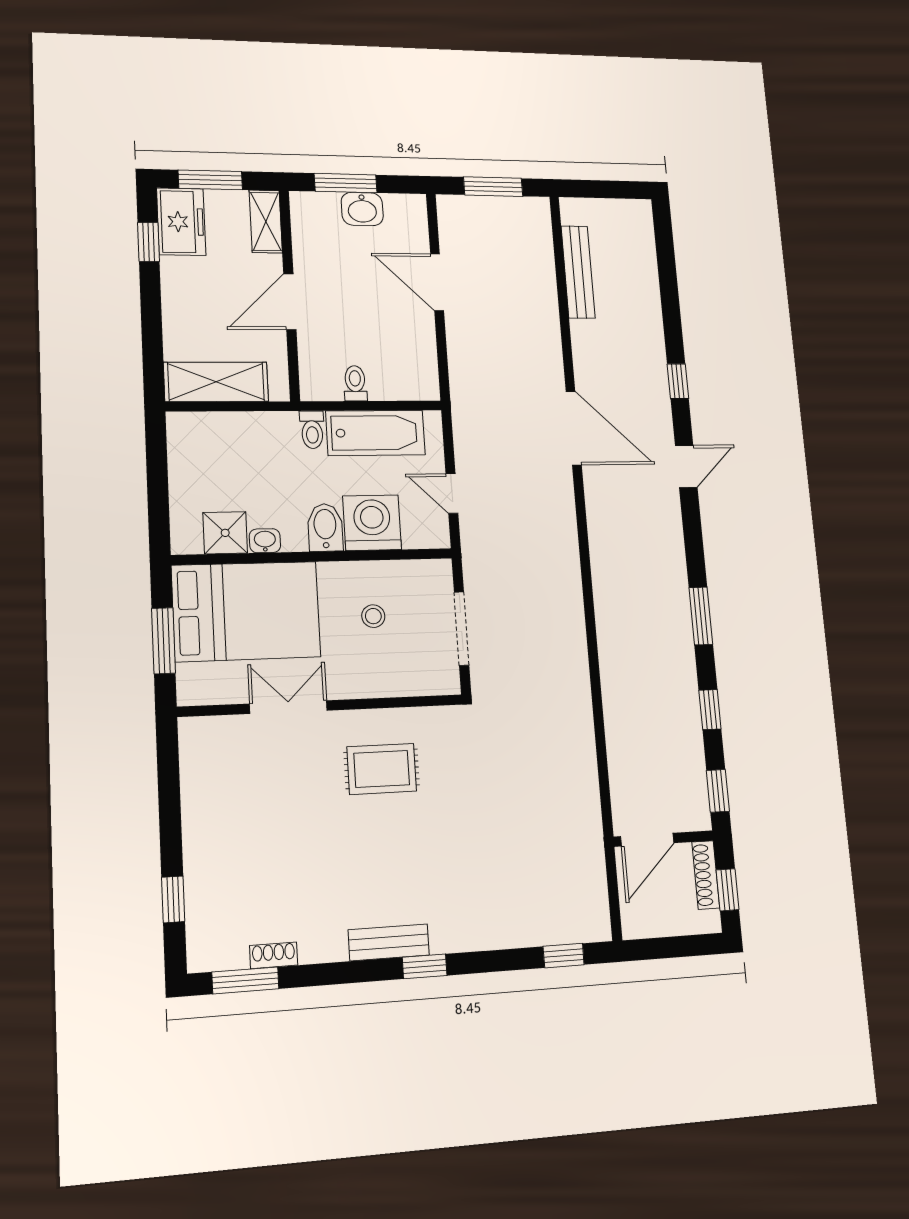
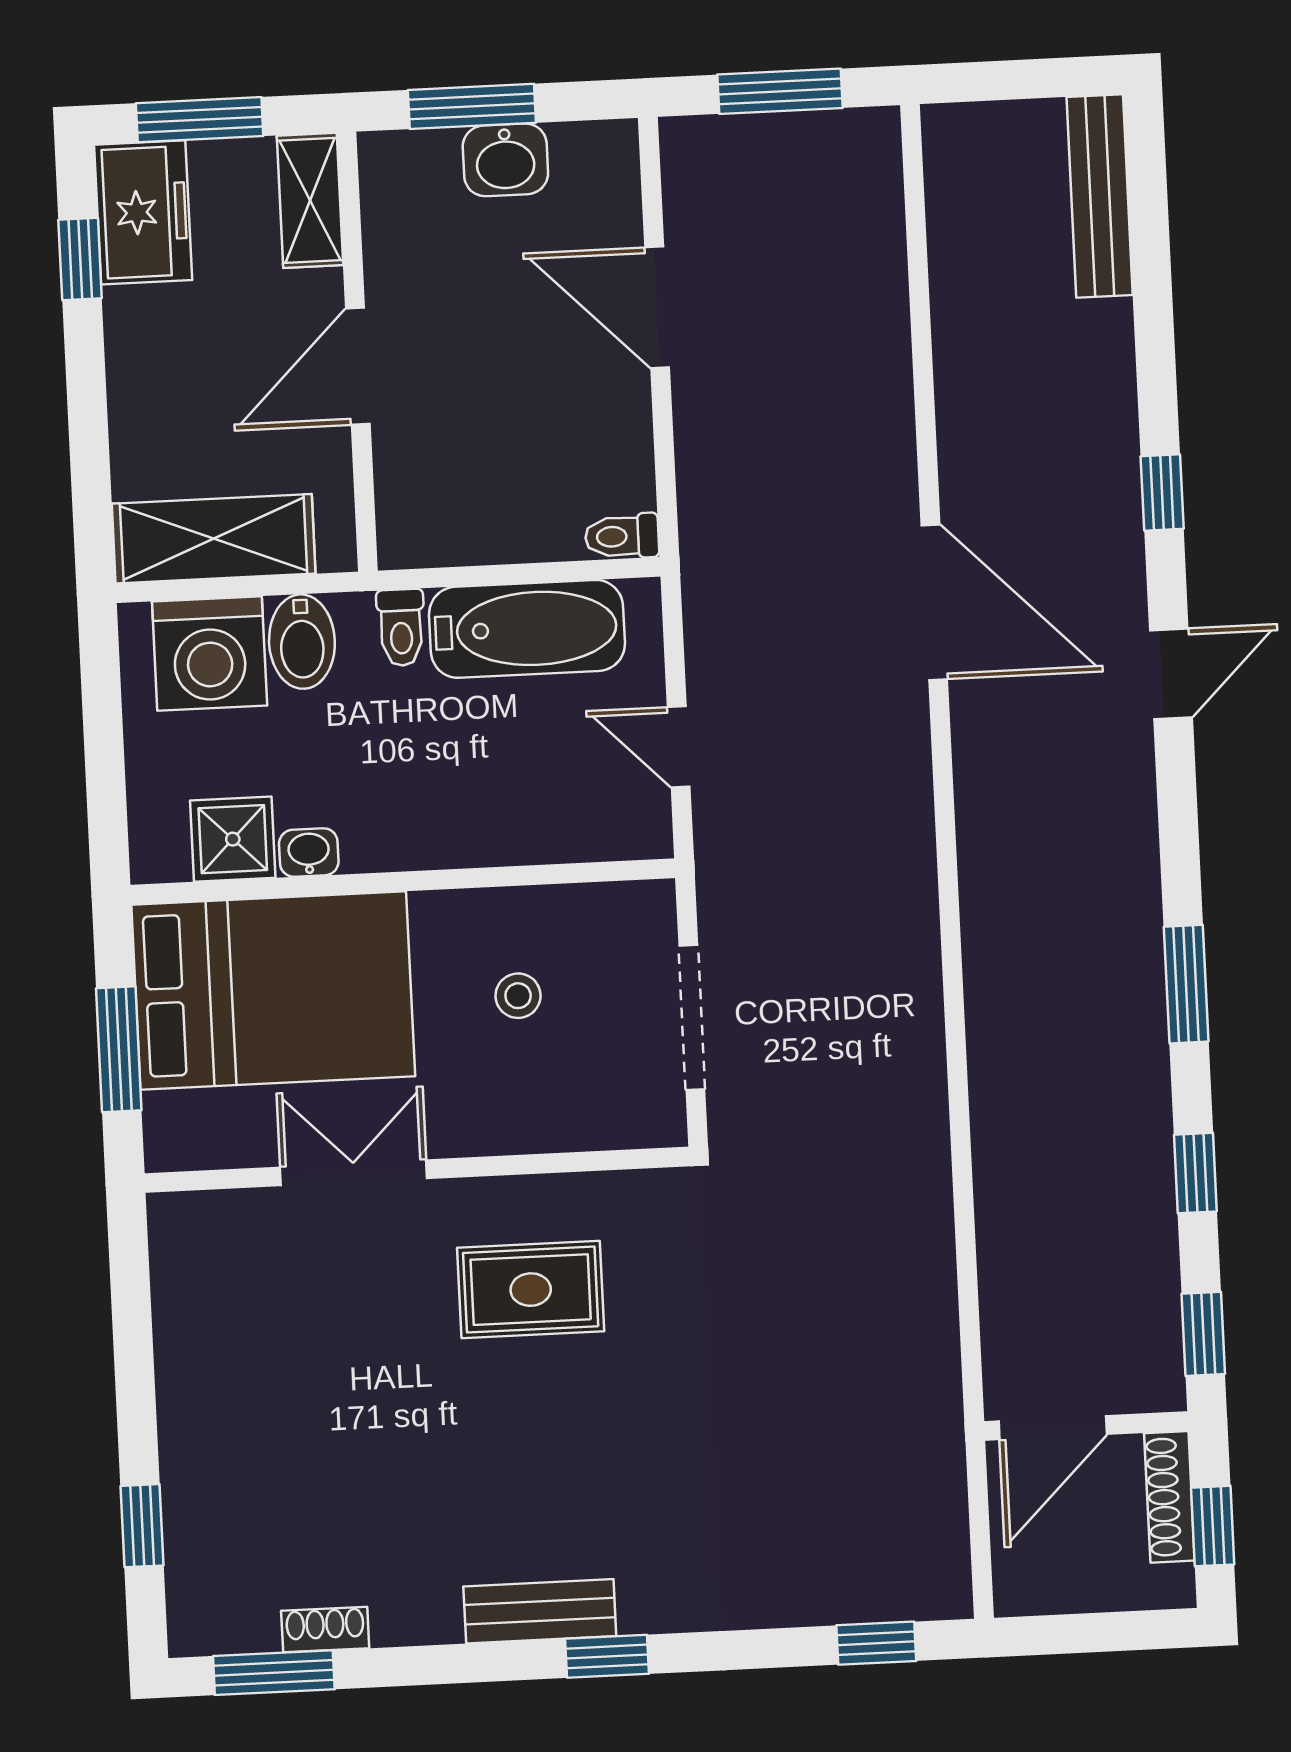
bench: (578, 272) -> (1100, 196), moved
toilet: (355, 383) -> (622, 536), moved, turned -90
washing machine: (372, 523) -> (210, 654), moved, turned 180
bidet: (325, 527) -> (302, 642), moved, turned 180

